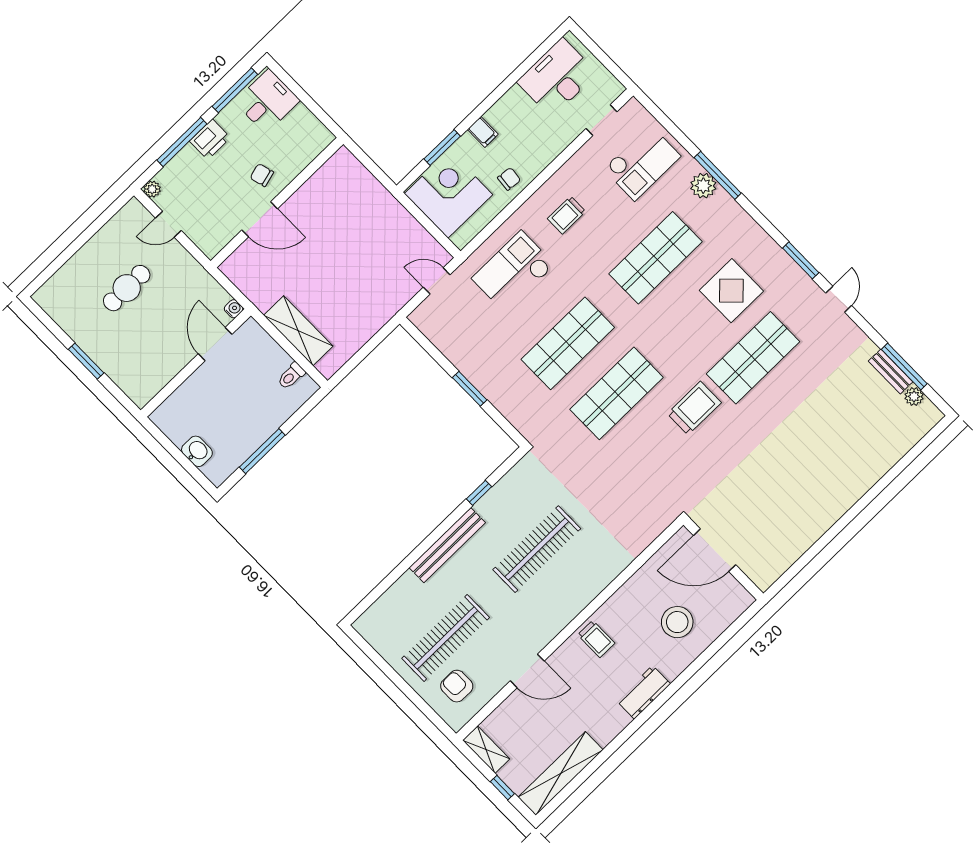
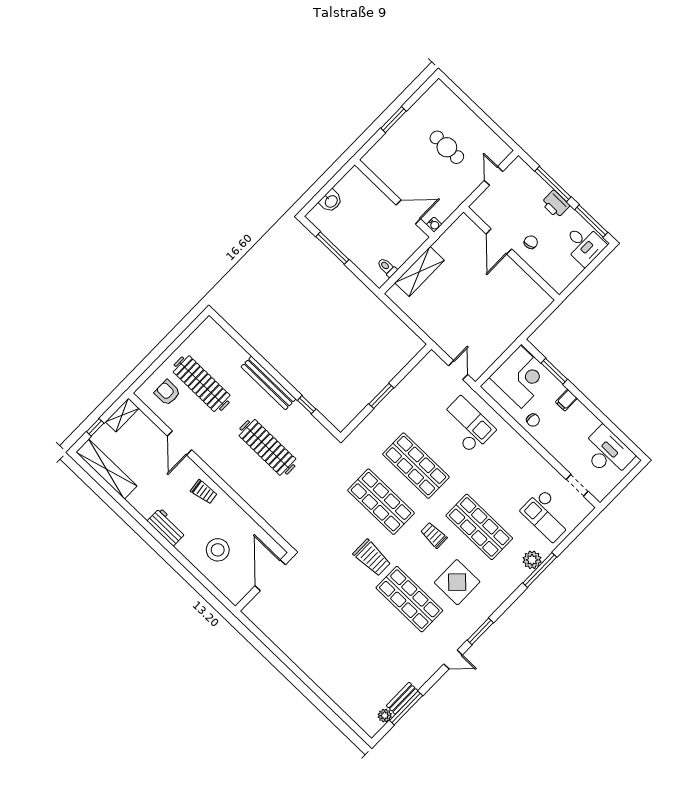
plant: (152, 189) -> (519, 164), removed
trolley: (566, 215) -> (434, 535), moved
trolley: (596, 639) -> (204, 492), turned -98
armchair: (457, 686) -> (167, 393), turned -90

